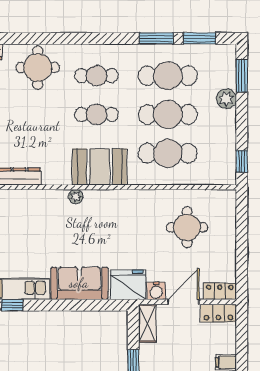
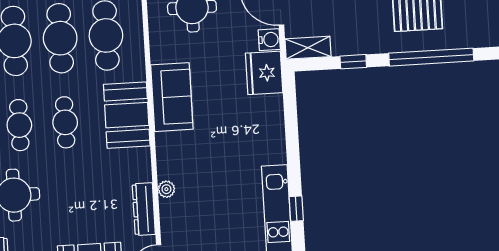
plant: (76, 197) -> (166, 189), moved
sofa: (79, 283) -> (172, 97), moved, turned 180

